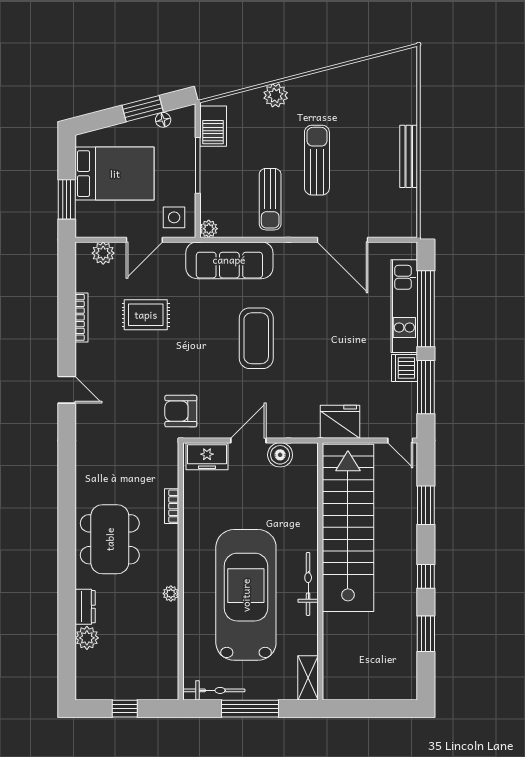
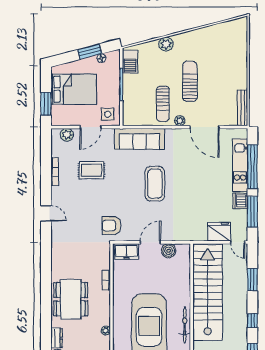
bench: (409, 156) -> (243, 108), moved
plant: (209, 229) -> (180, 121), moved
fridge: (340, 422) -> (219, 232), moved

